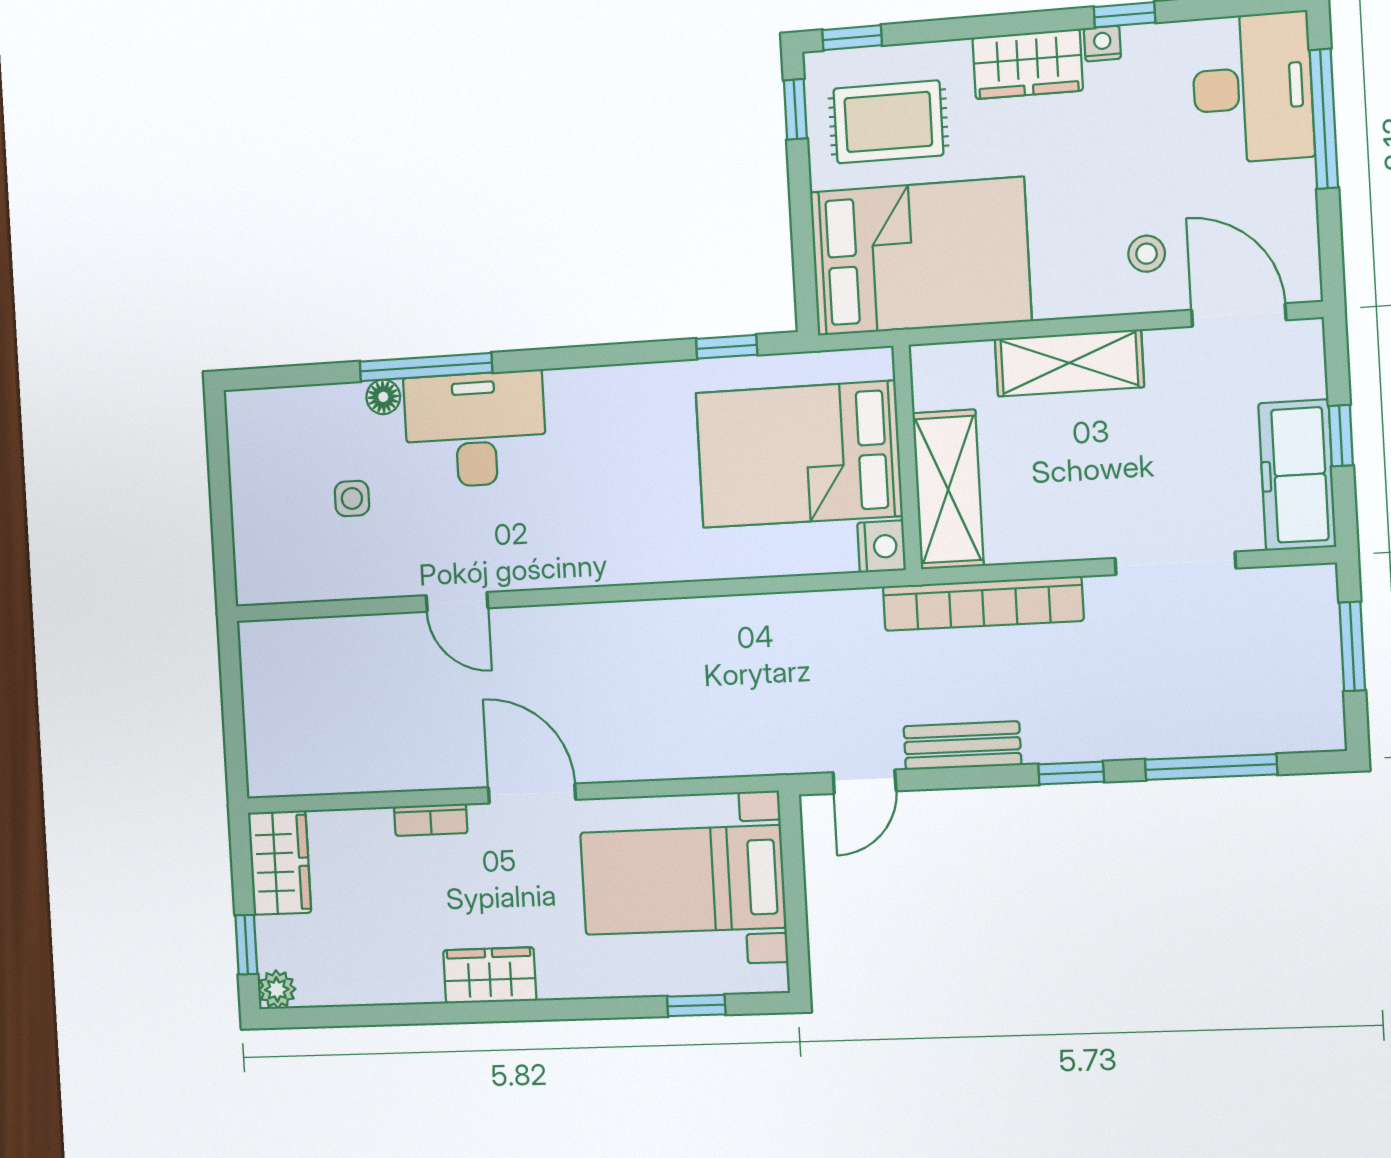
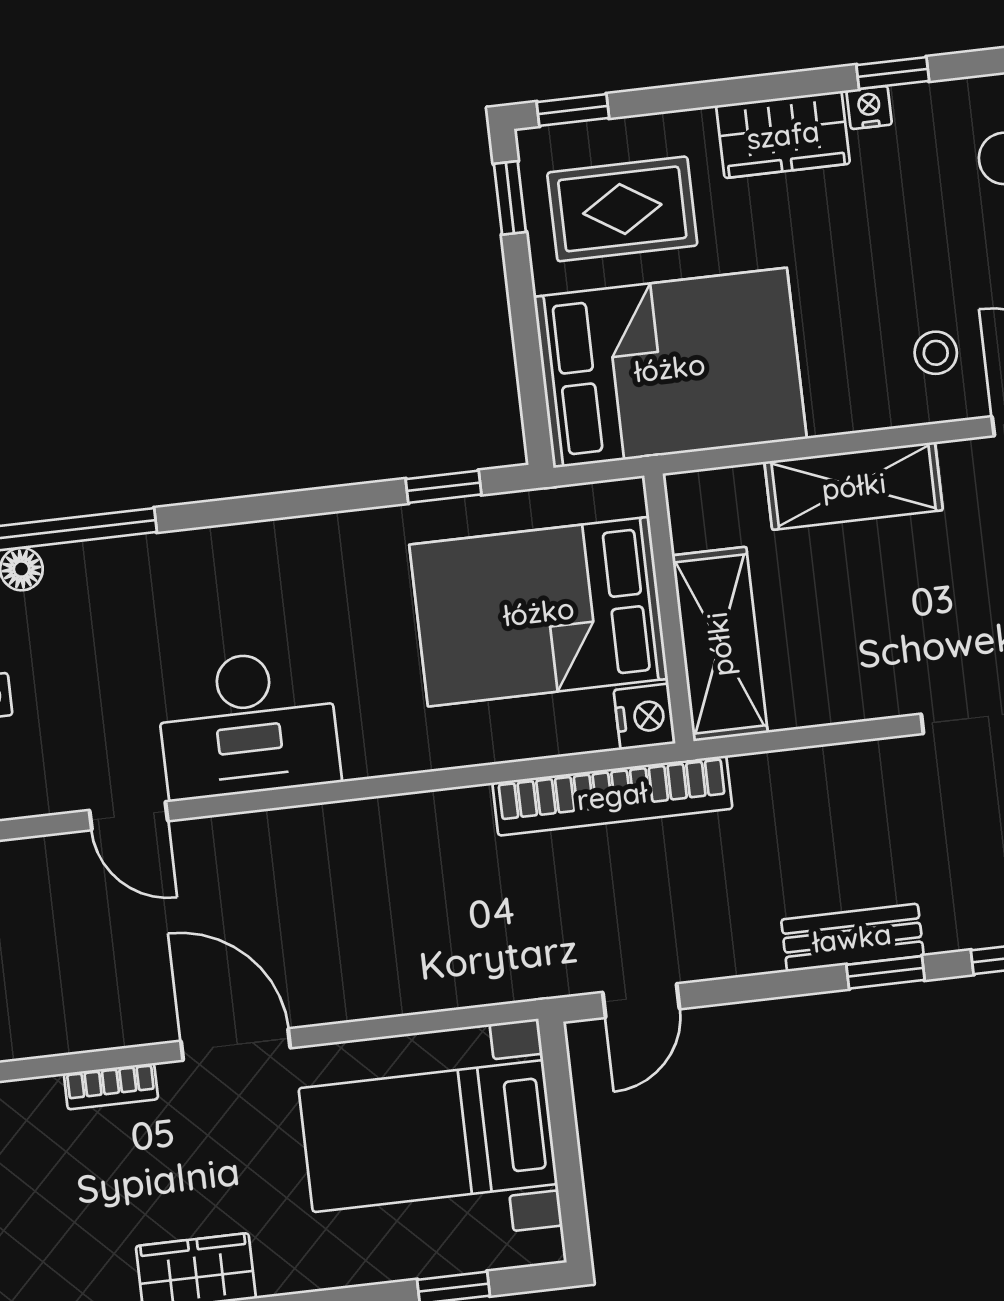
desk: (475, 429) -> (248, 724), moved, turned 180
bookcase: (983, 604) -> (612, 796), moved
bench: (962, 746) -> (852, 938), moved

